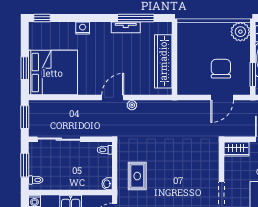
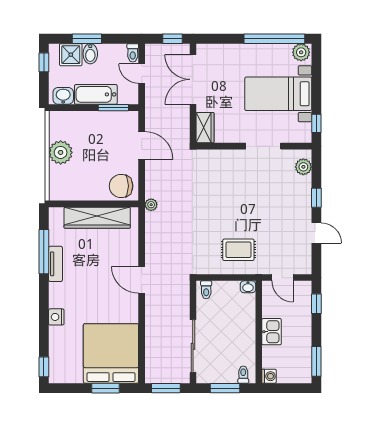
plant: (240, 32) -> (61, 152), moved
chair: (221, 69) -> (121, 186), moved
plant: (132, 105) -> (151, 205), moved

